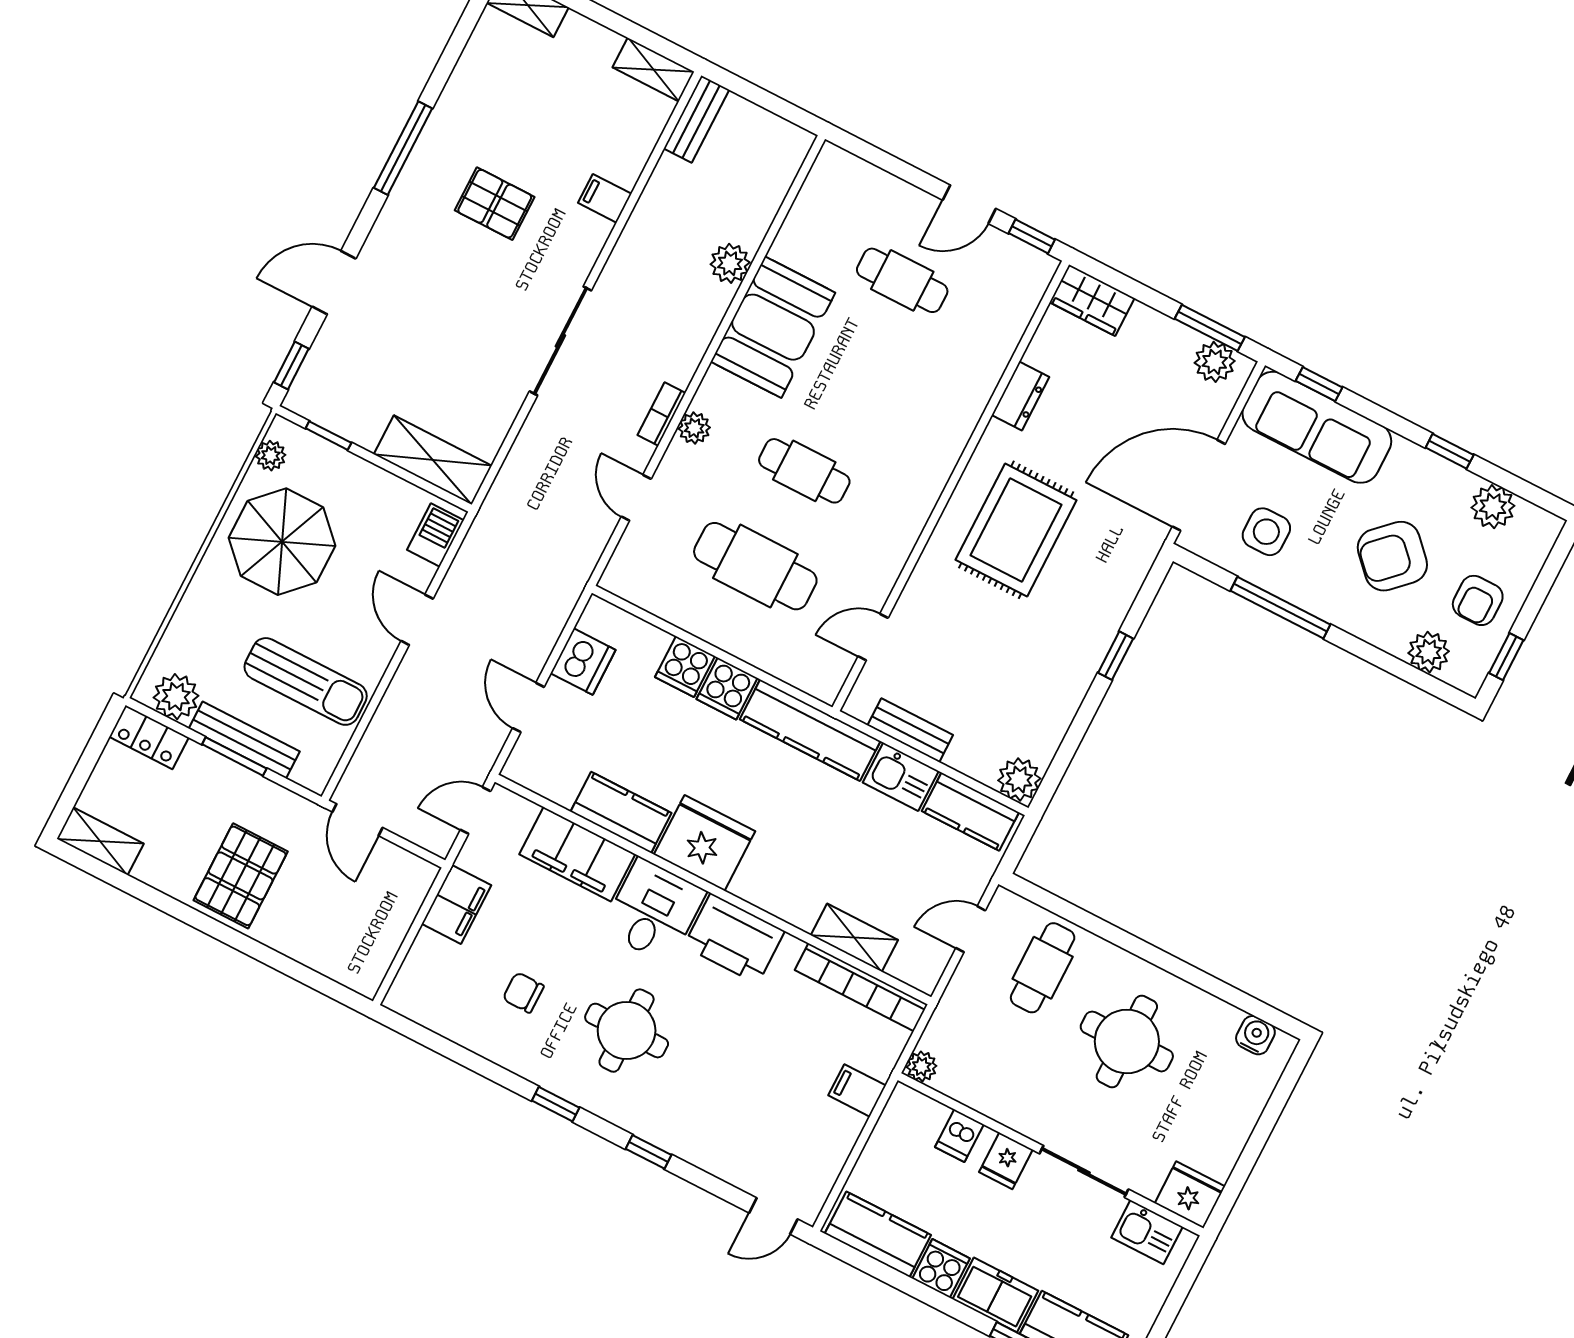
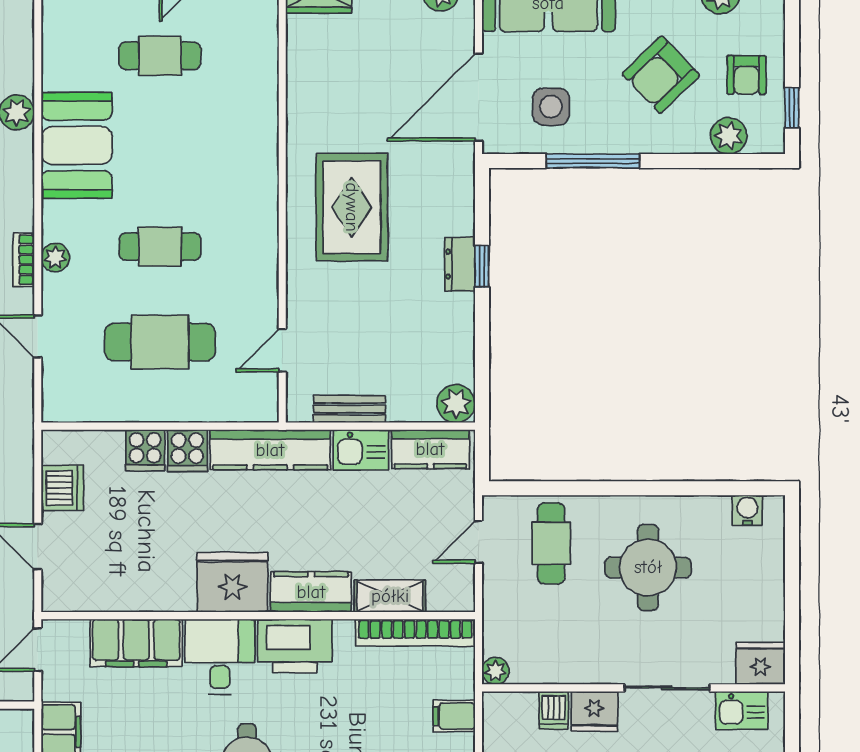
dresser: (1020, 396) -> (460, 264), moved, turned 180
kitchen counter: (621, 812) -> (311, 592), moved
fridge: (1006, 1161) -> (594, 711), width x1.38

